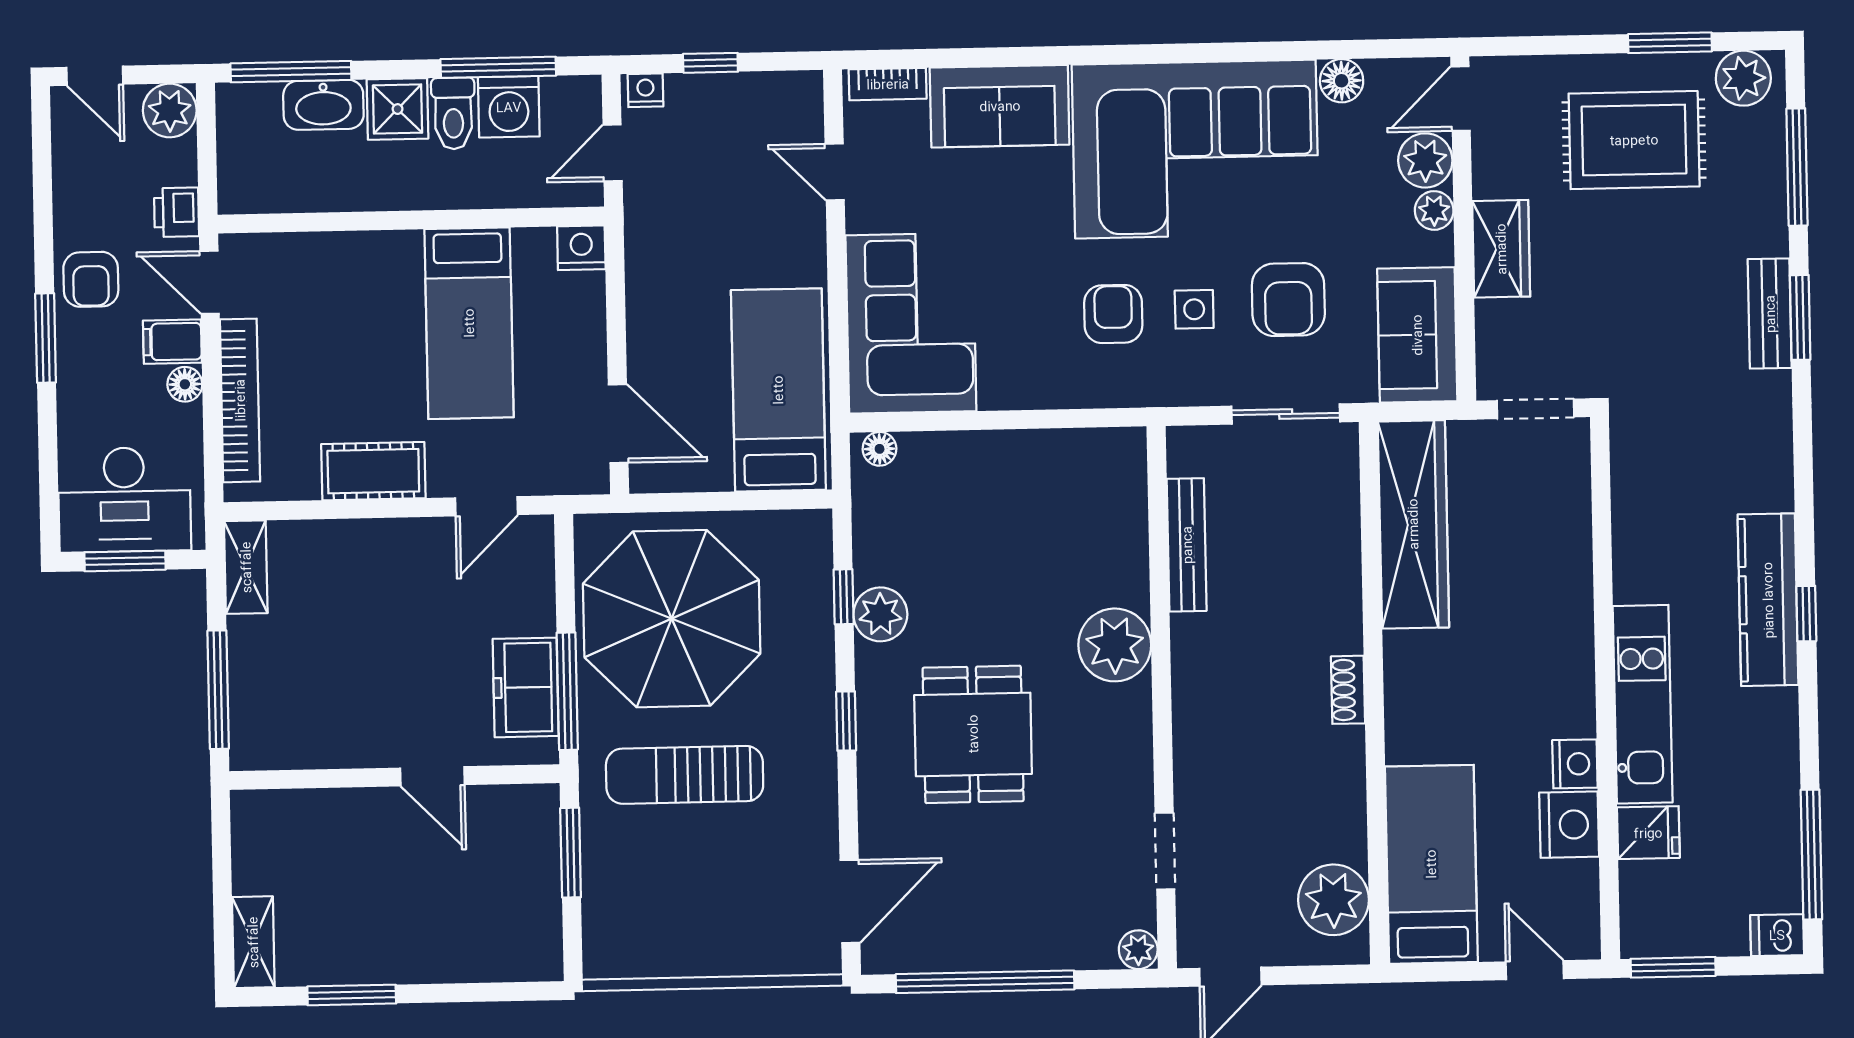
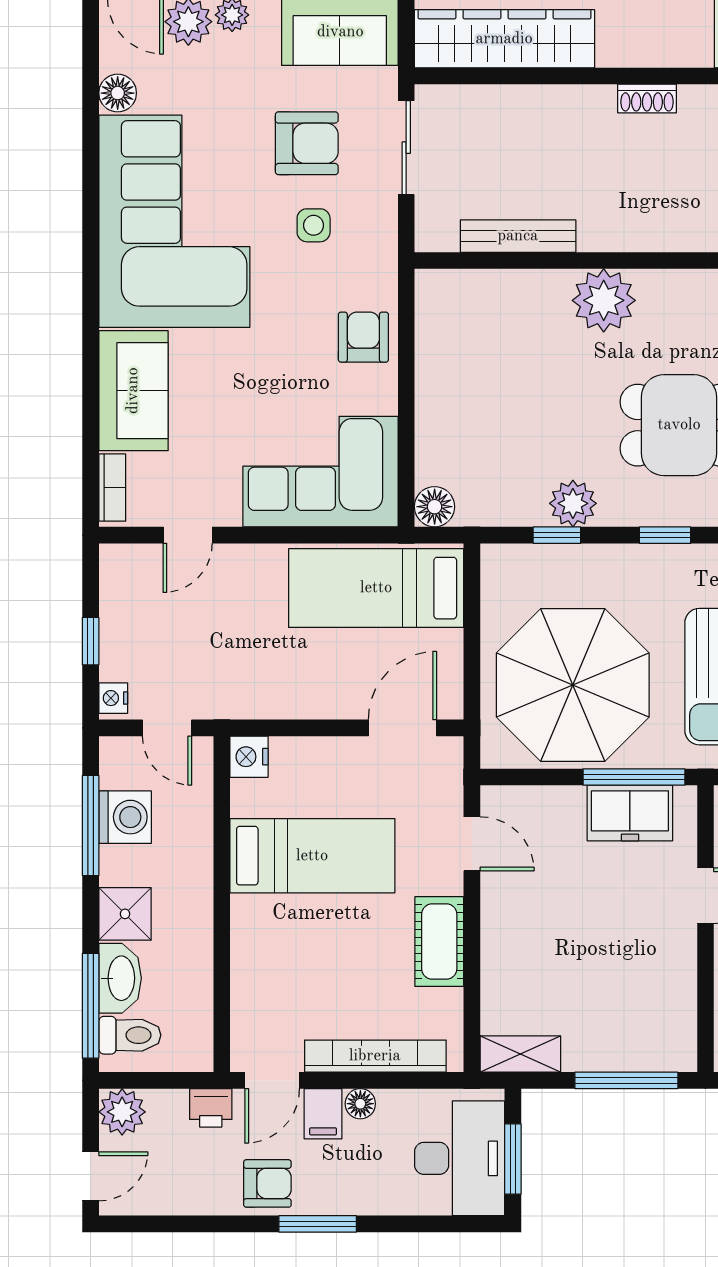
toilet: (453, 113) -> (130, 1035), moved
armchair: (1113, 314) -> (363, 337), moved, turned 90
floor lamp: (880, 449) -> (435, 507), width x1.37, depth x1.37

